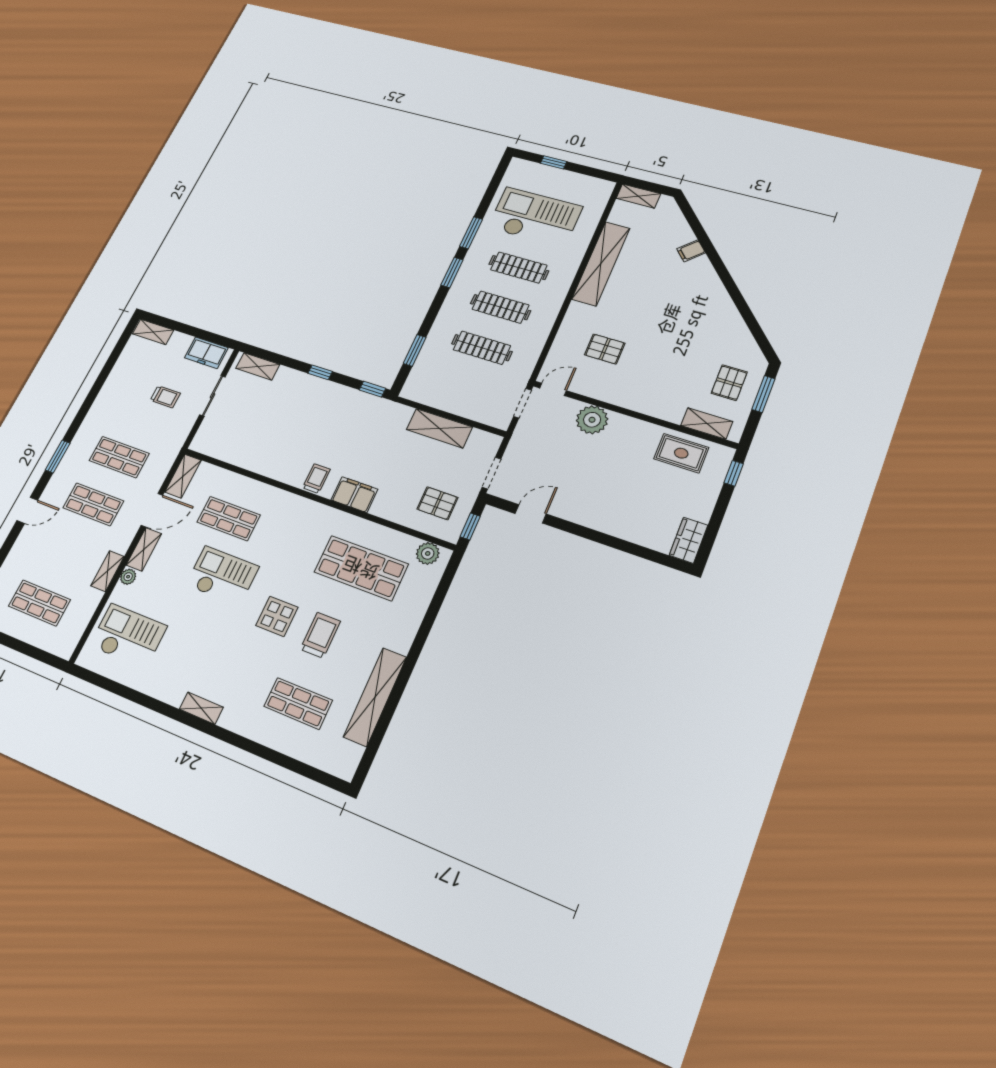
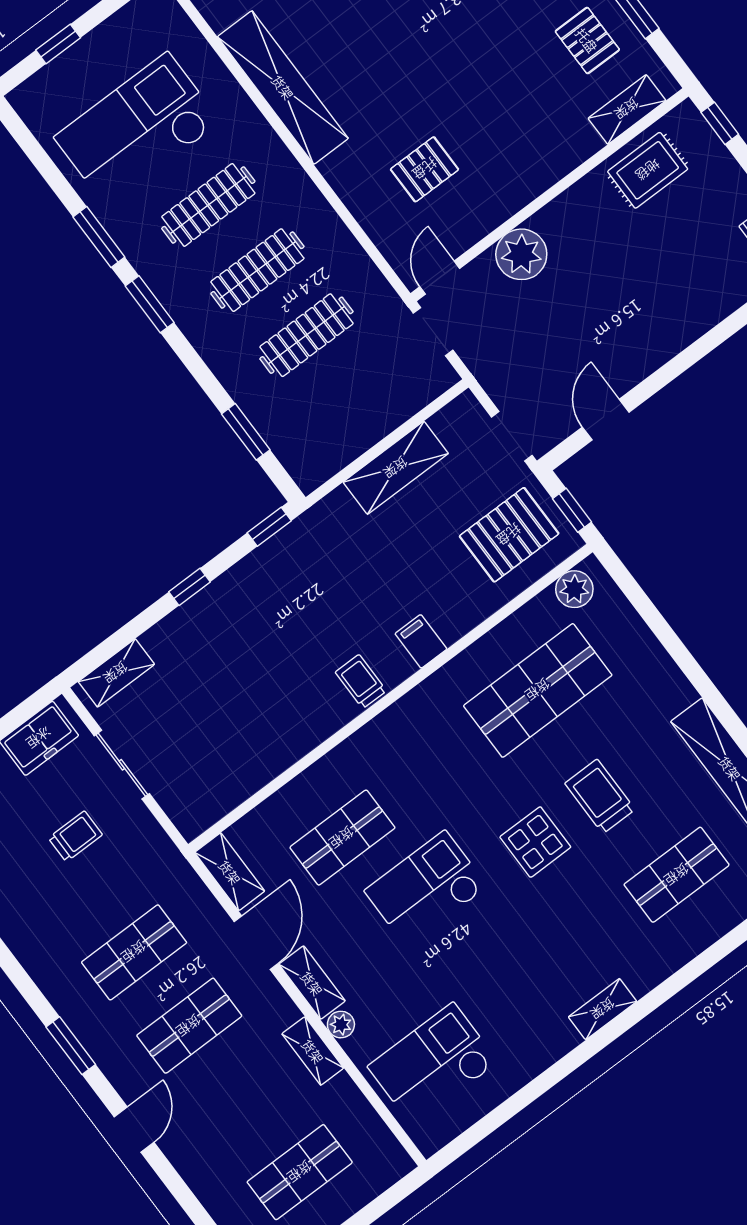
filing cabinet: (354, 495) -> (421, 641), width x0.50
pallet: (437, 503) -> (509, 535), width x1.50, depth x1.42

